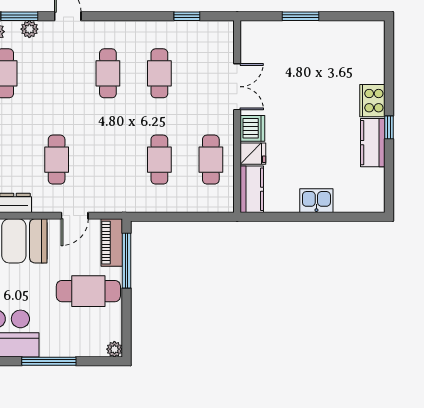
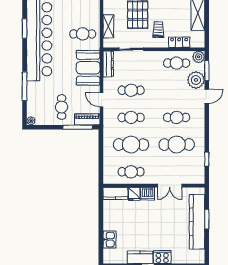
plant: (29, 29) -> (196, 80), width x1.88, depth x1.88
kitchen counter: (306, 35) -> (197, 222), added
cafe table: (159, 73) -> (177, 145), width x1.37, depth x1.35
cafe table: (108, 160) -> (131, 117), added
cafe table: (159, 160) -> (131, 145), width x1.37, depth x1.35
kitchen sink: (316, 201) -> (109, 240), moved
cafe table: (88, 291) -> (62, 107), width x0.73, depth x0.74

